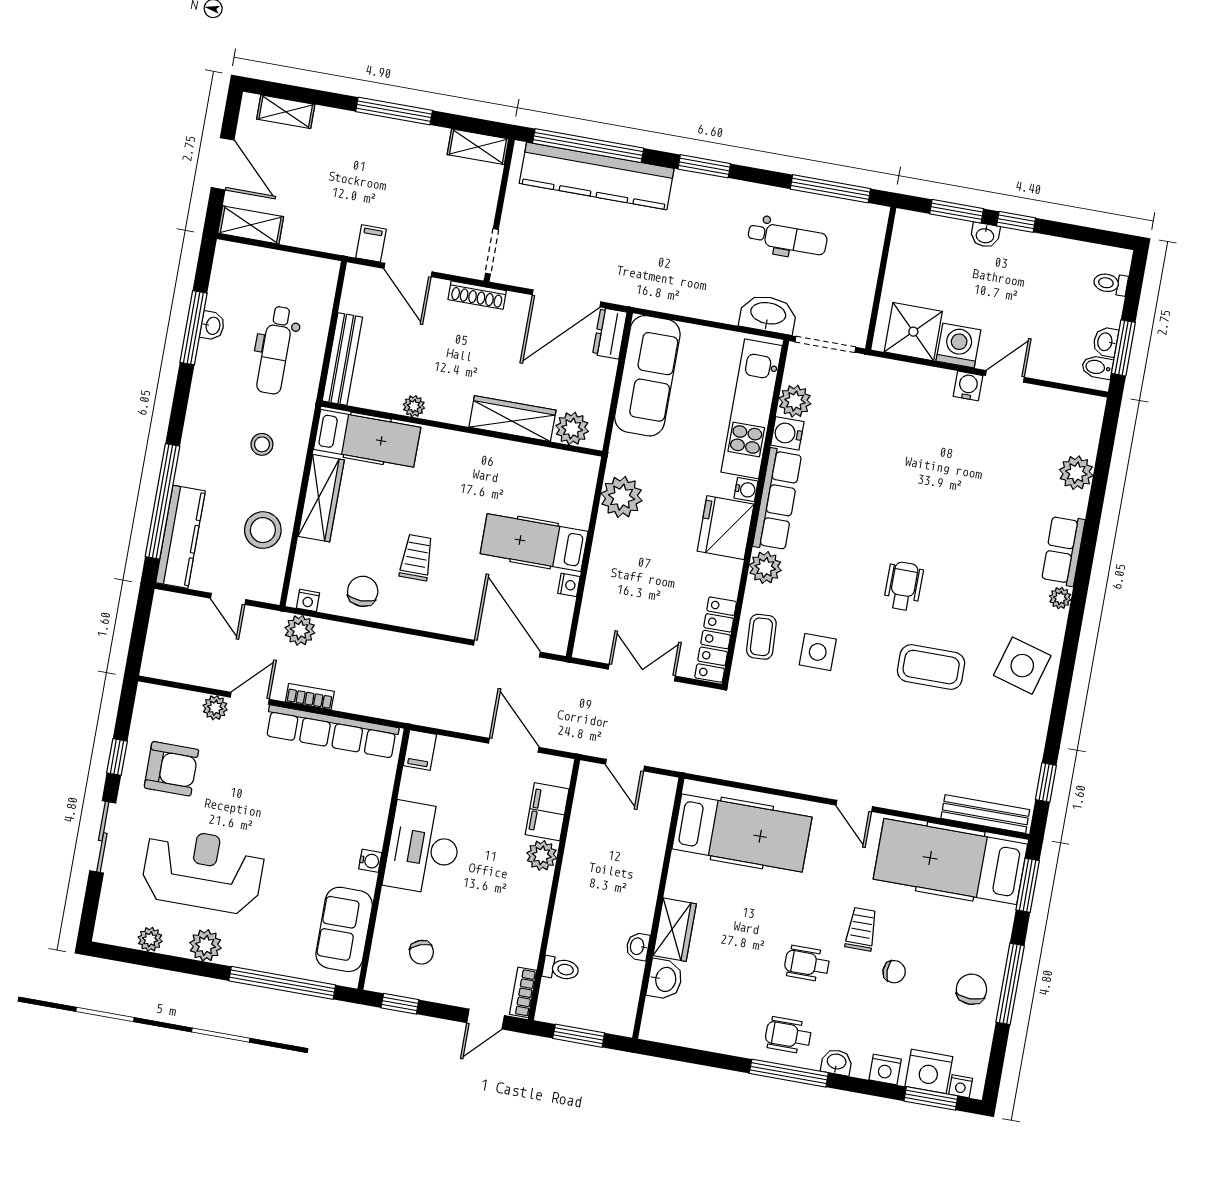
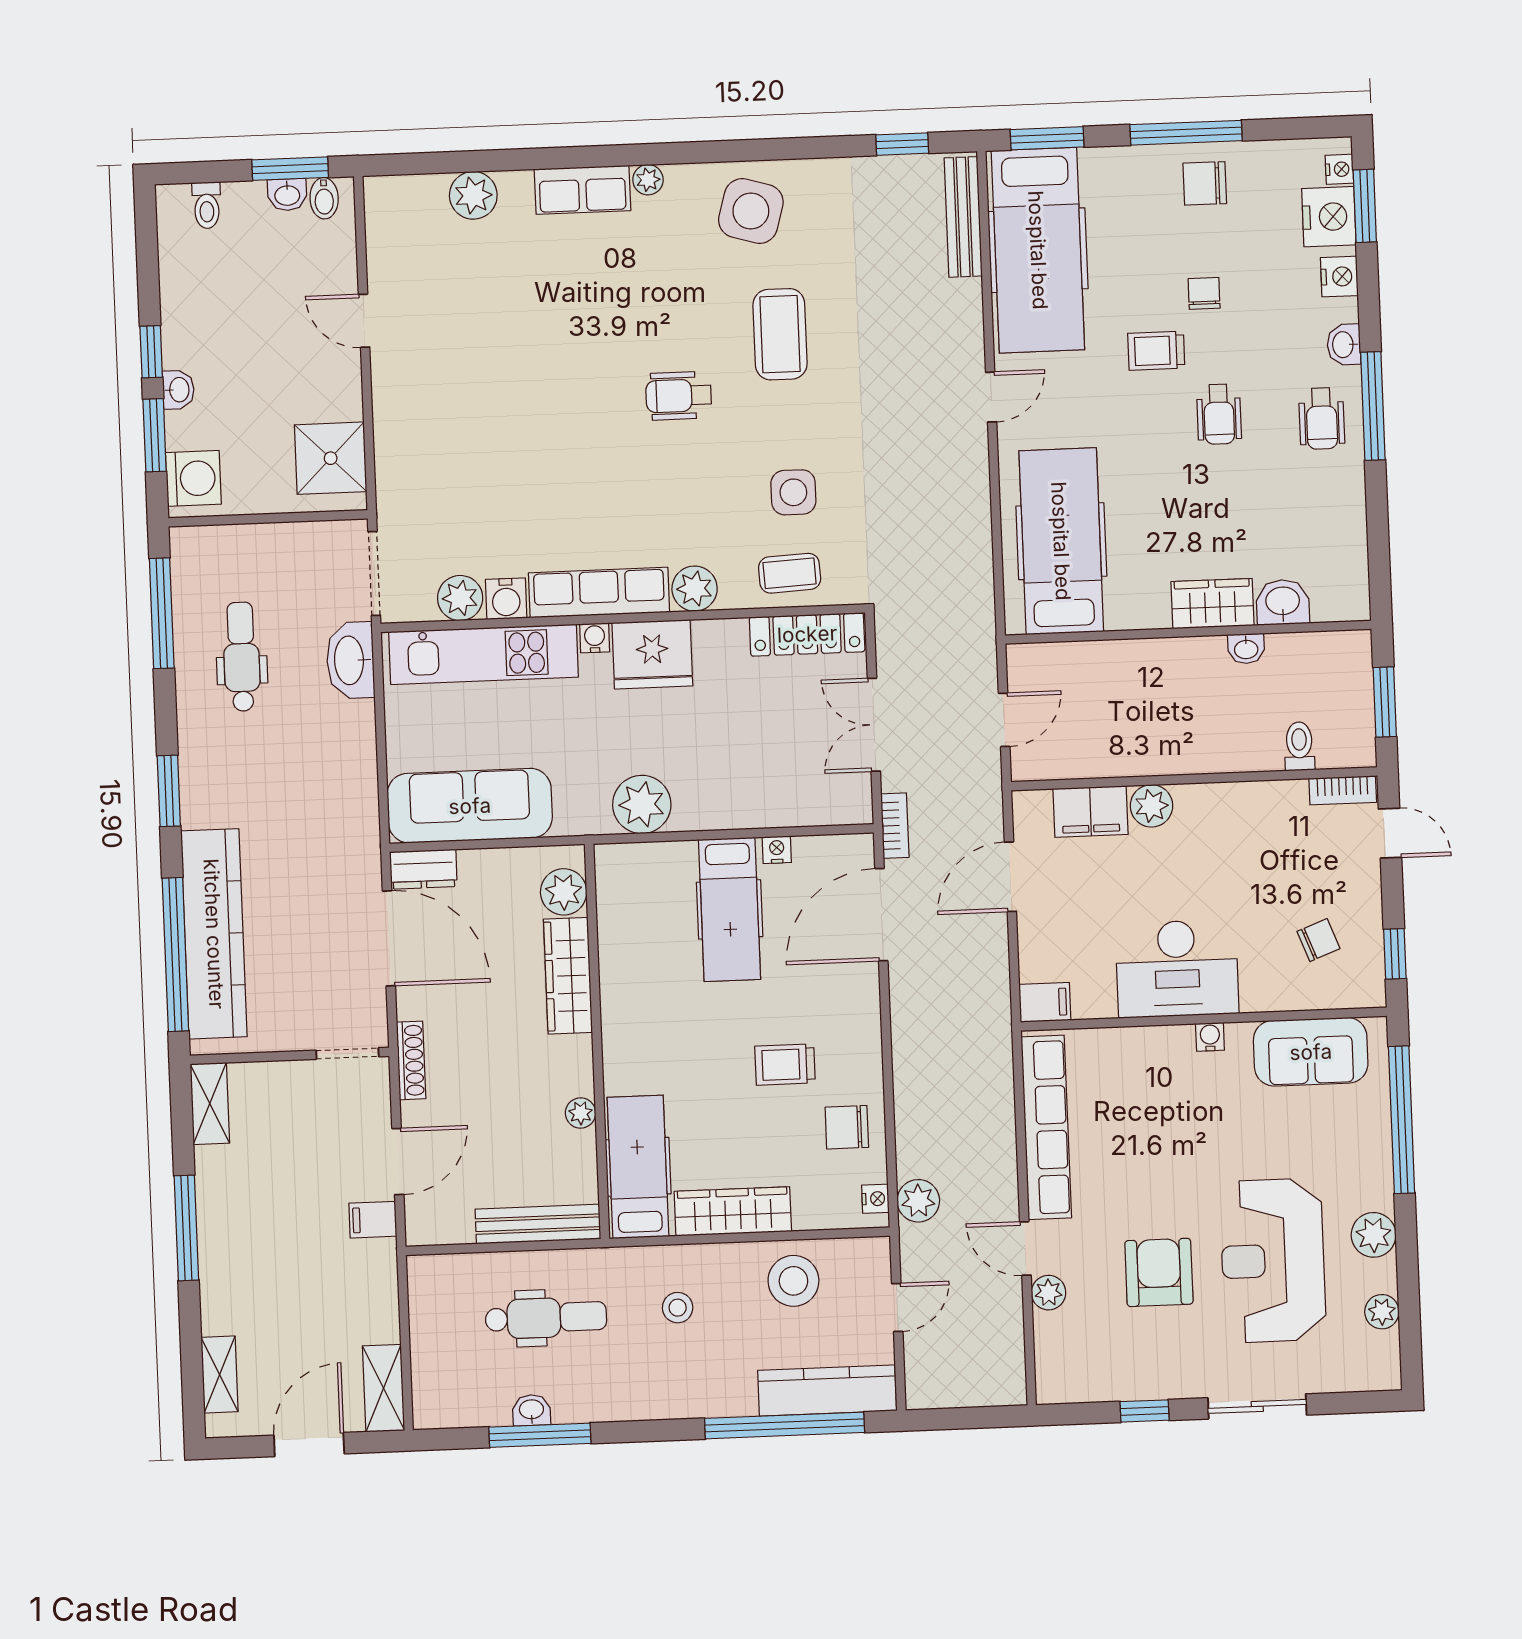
washing machine: (958, 346) -> (193, 478), moved, turned 180
water cooler: (968, 386) -> (388, 368), removed
bookcase: (310, 696) -> (895, 826), moved, turned 180
armchair: (171, 769) -> (1159, 1272), moved

